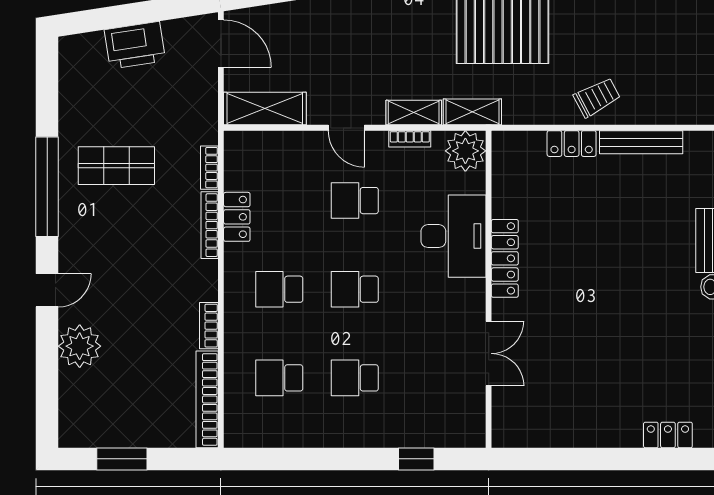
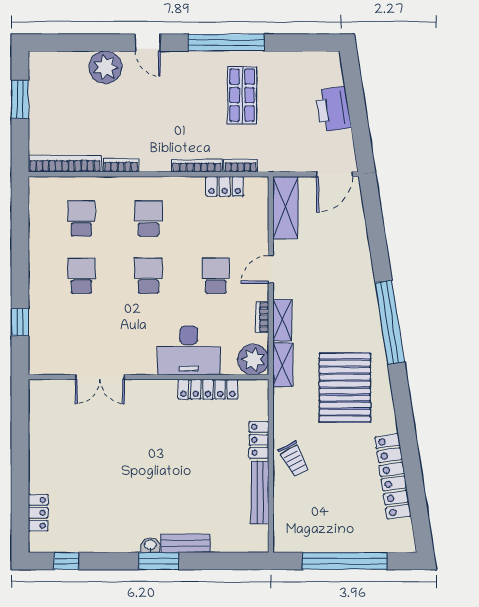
locker: (237, 217) -> (225, 186), moved
locker: (505, 258) -> (208, 389), moved

